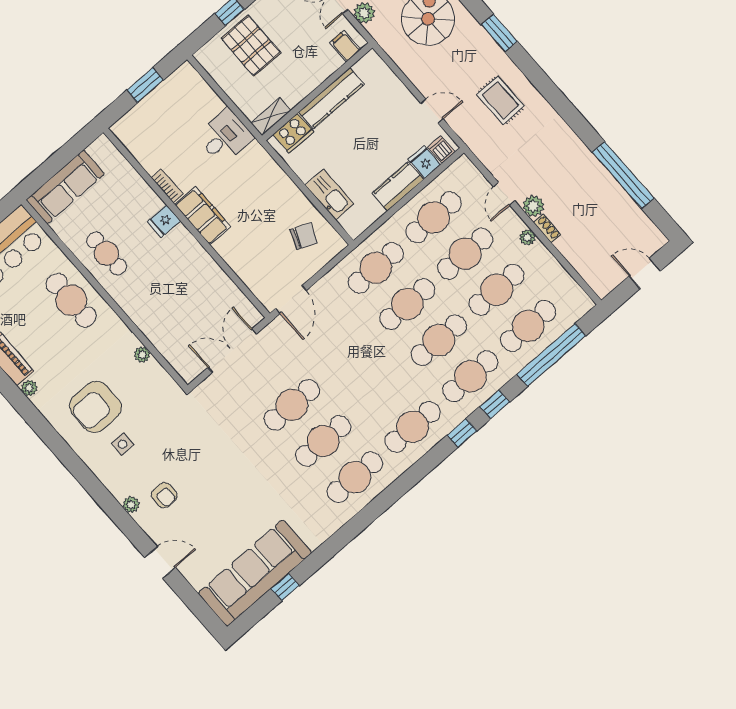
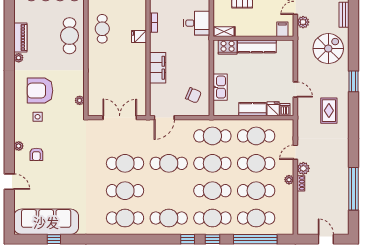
filing cabinet: (203, 216) -> (158, 68), moved
cafe table: (350, 354) -> (169, 163), added
plant: (142, 355) -> (80, 100), moved

